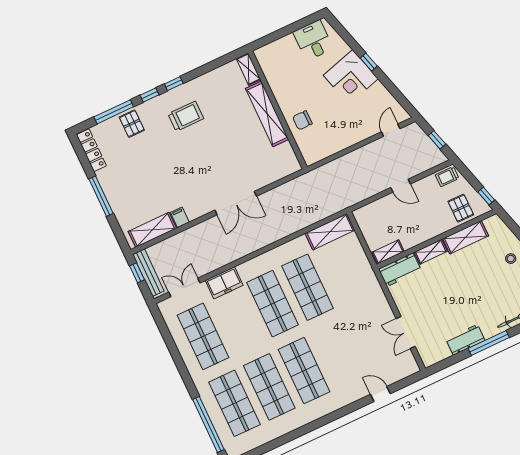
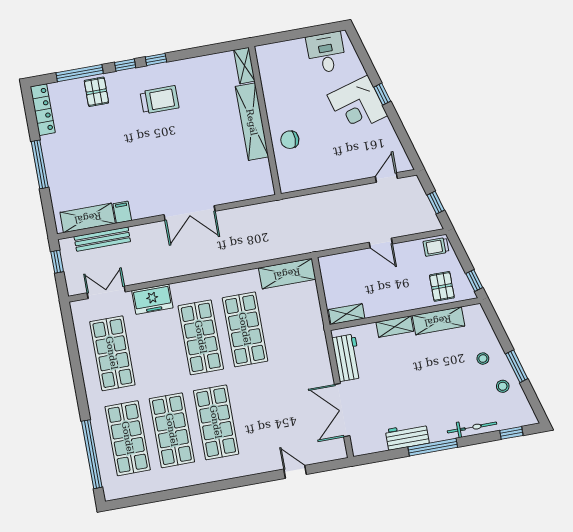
workbench: (400, 270) -> (347, 358), moved, turned -90
bench: (148, 273) -> (102, 239), moved, turned 90
double door: (406, 333) -> (342, 410), width x1.37

